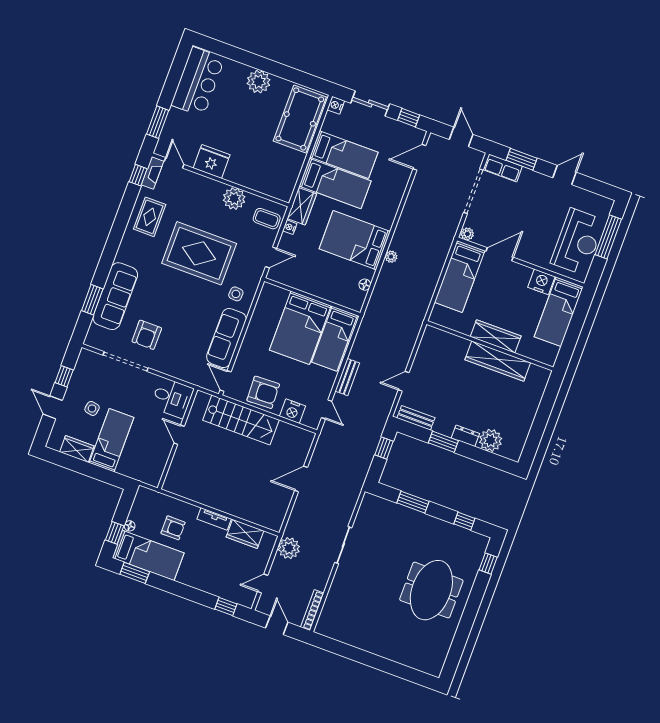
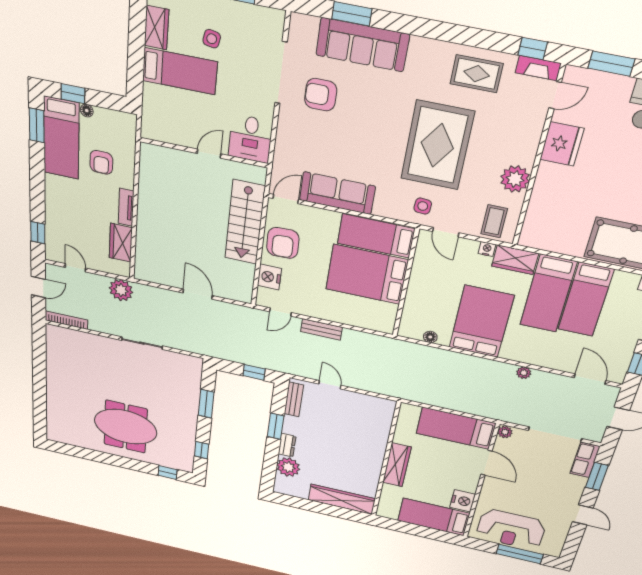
plant: (391, 257) -> (524, 373), moved
side table: (236, 294) -> (423, 206), moved
bed: (335, 339) -> (376, 236), moved
wardrobe: (498, 361) -> (342, 499), moved, turned 90

